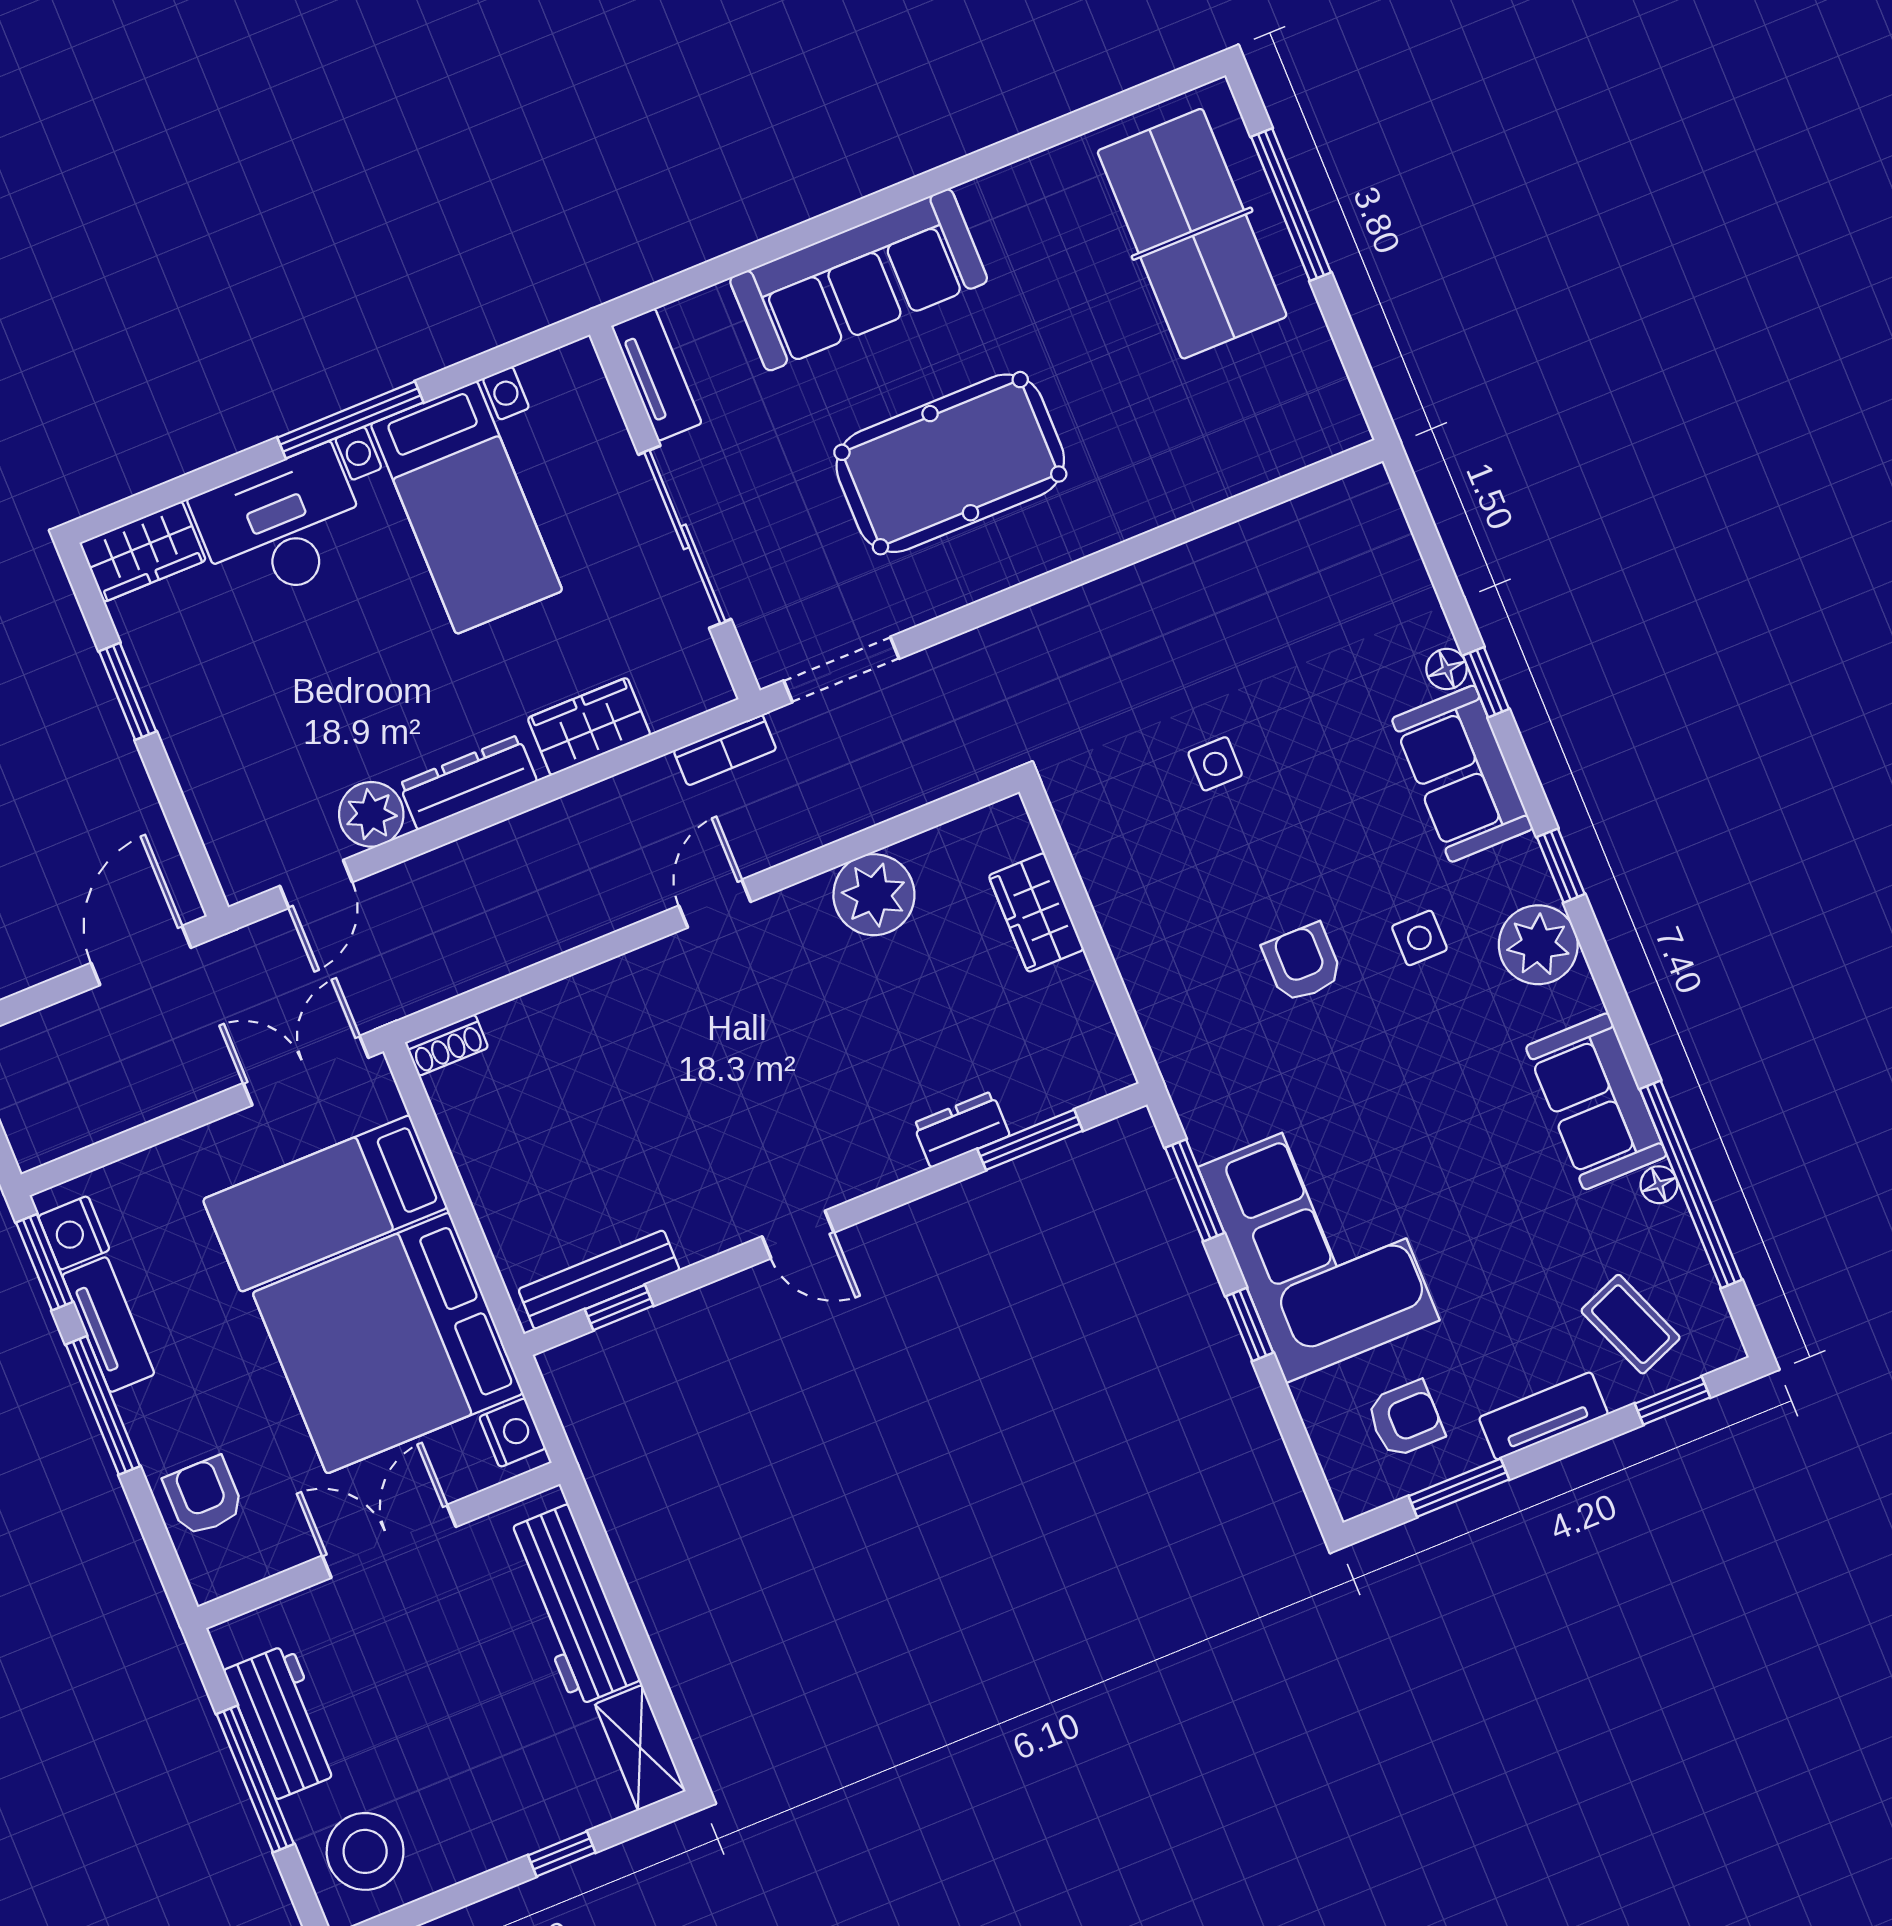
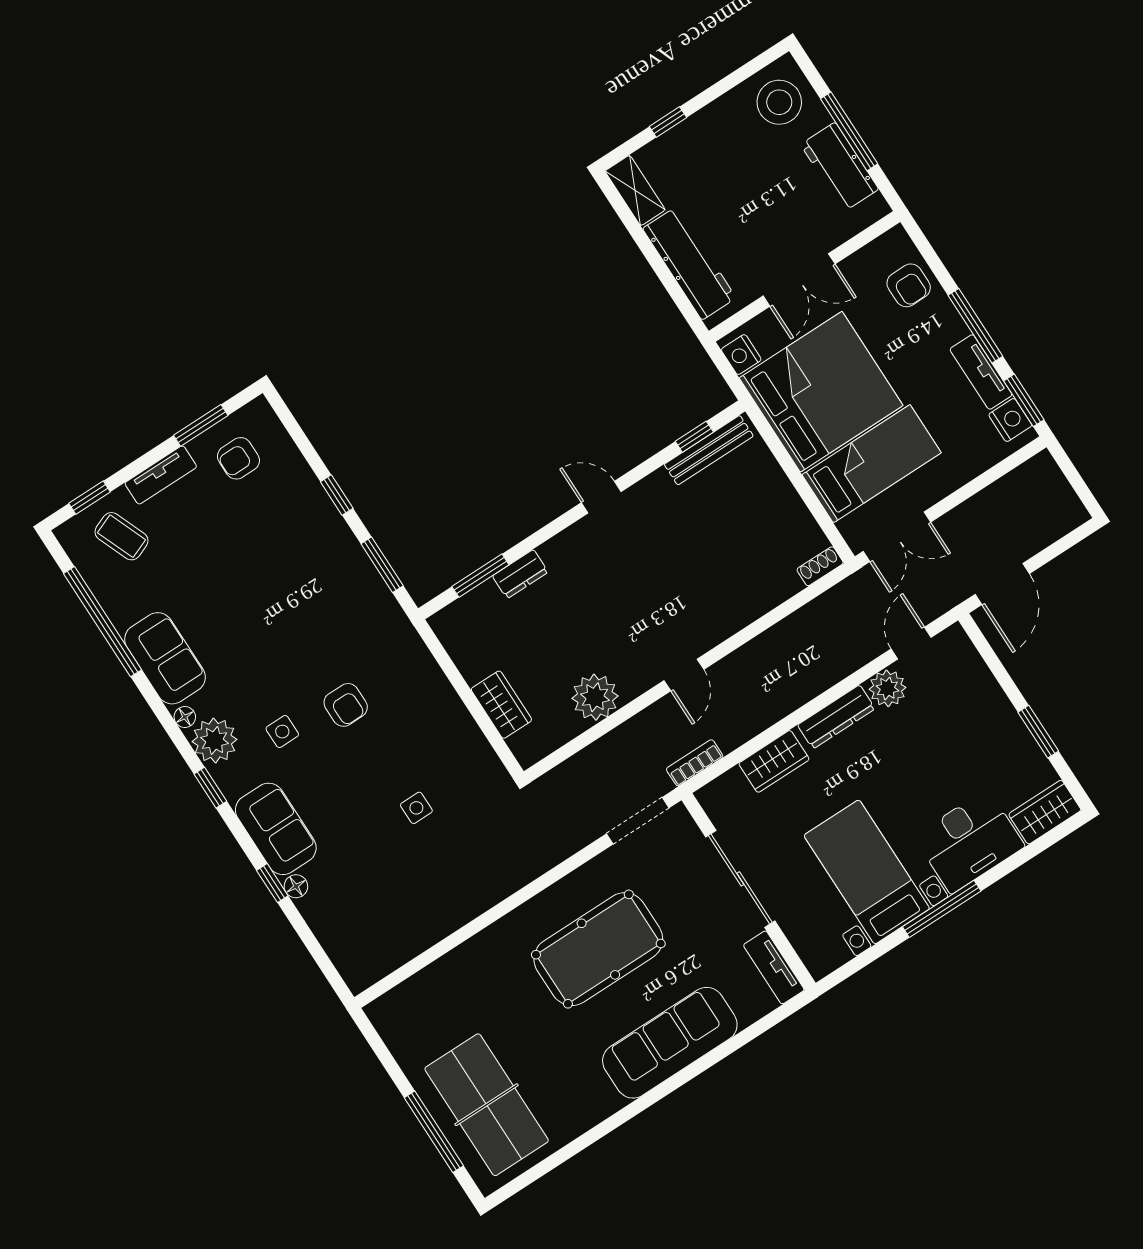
floor lamp: (1659, 1185) -> (185, 717), moved
corner sofa: (1319, 1244) -> (306, 548), removed

